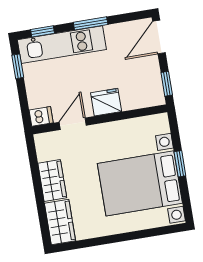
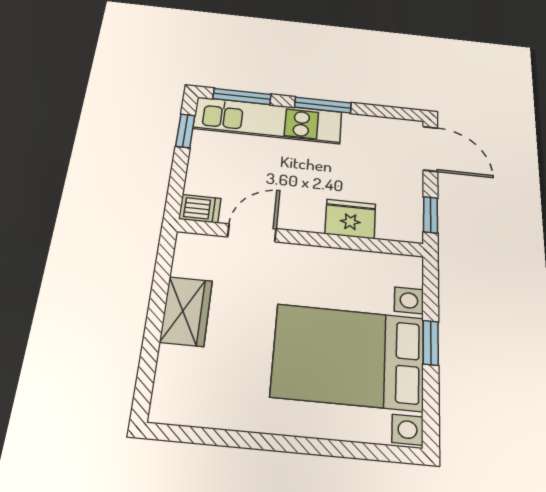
window: (43, 31) -> (242, 96), width x1.50
door: (159, 37) -> (430, 149), swing flipped
fridge: (106, 102) -> (350, 219), moved
wardrobe: (60, 222) -> (177, 386), removed

